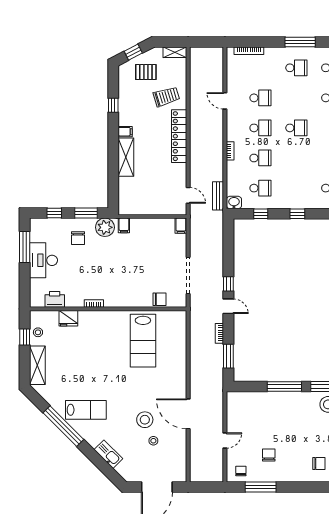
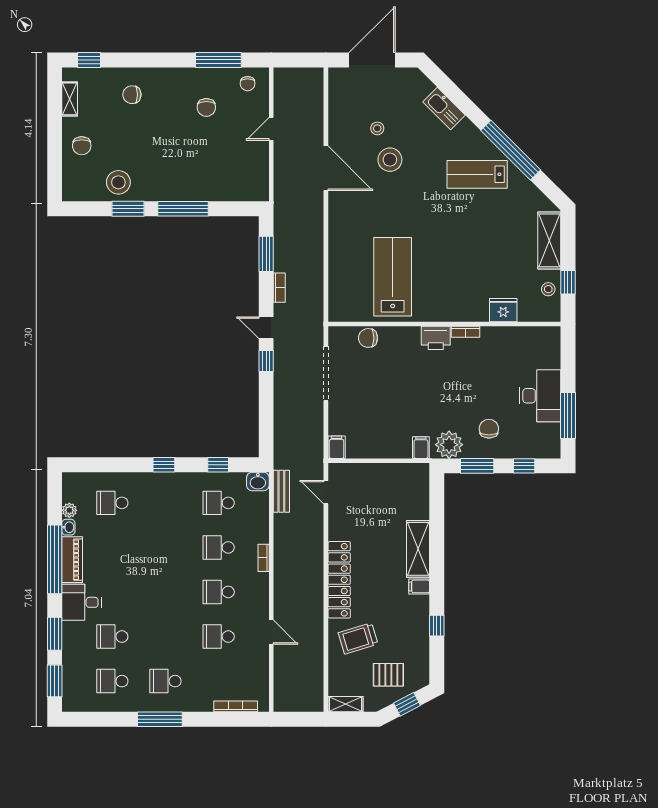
school desk: (296, 128) -> (165, 592), removed
printer: (55, 299) -> (436, 338), moved

